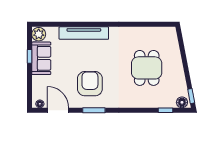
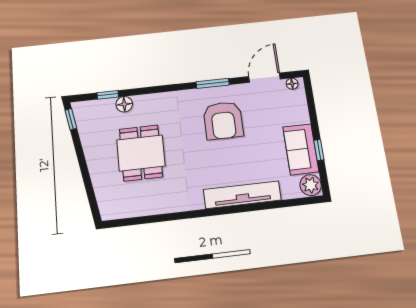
floor lamp: (182, 102) -> (124, 104), moved
door: (58, 110) -> (265, 78), swing flipped

